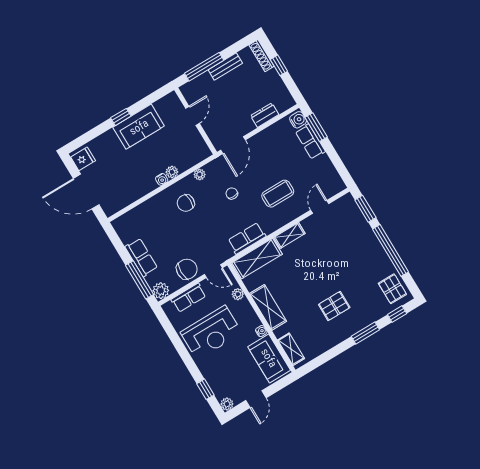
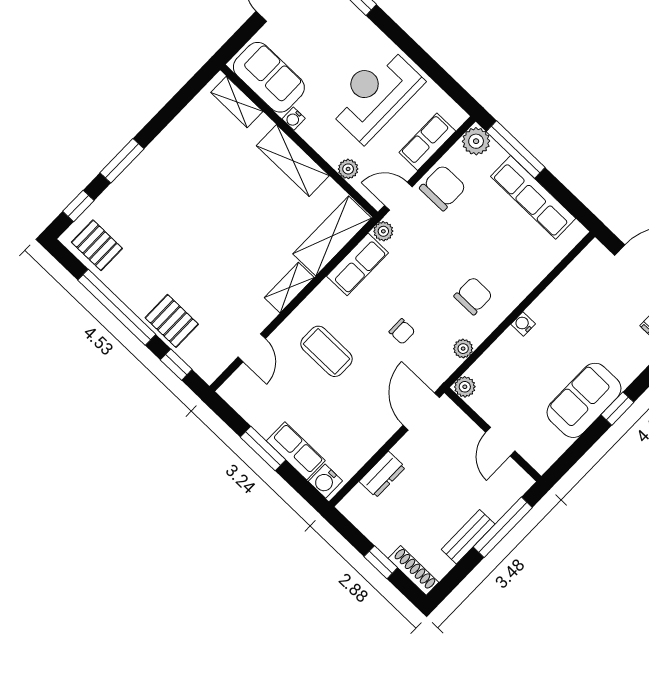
window: (316, 127) -> (263, 449), moved
plant: (172, 172) -> (465, 387), moved
coffee table: (278, 194) -> (327, 351), turned 90
window: (365, 209) -> (176, 365), width x0.67
plant: (227, 253) -> (383, 231), added
row of seats: (141, 257) -> (533, 197), width x1.48
chair: (187, 269) -> (443, 188), turned 180
pallet: (334, 306) -> (172, 321), moved, turned 90

